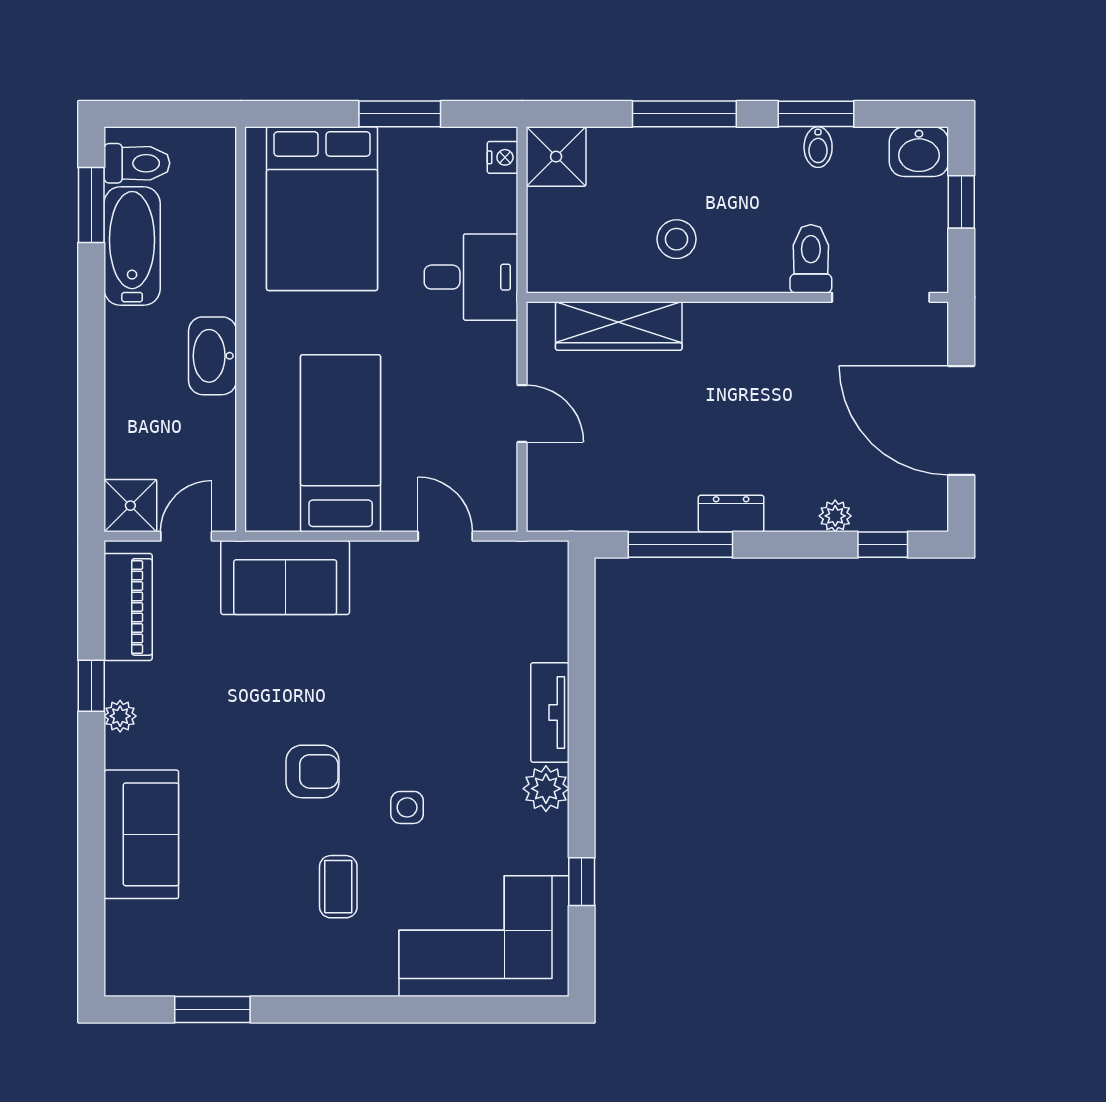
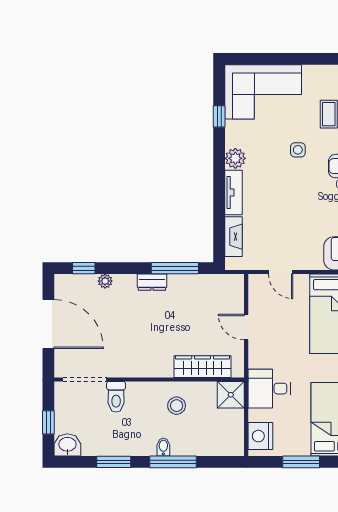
bidet: (818, 147) -> (163, 447), moved
nightstand: (503, 157) -> (260, 436), width x1.89, depth x1.79
shower: (556, 157) -> (231, 395), moved
fireplace: (550, 615) -> (234, 237), added

